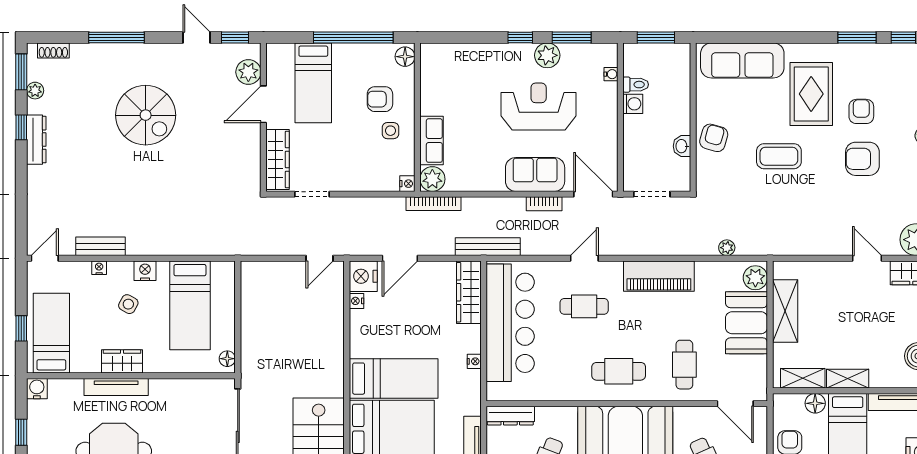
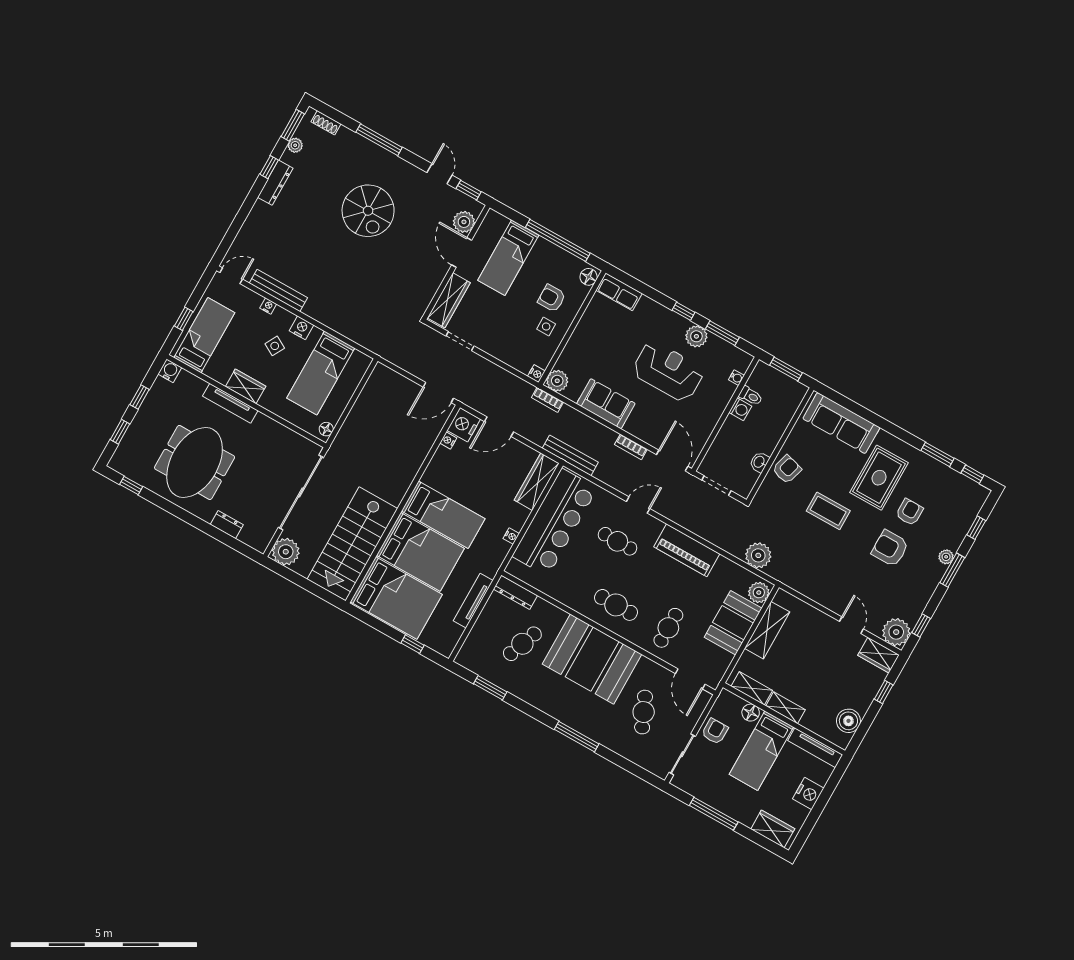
door: (263, 104) -> (462, 253), hinge flipped
row of seats: (432, 141) -> (619, 292), moved, turned 90
sofa: (535, 174) -> (606, 404), moved
bookcase: (433, 204) -> (547, 400), width x0.64
bench: (100, 246) -> (278, 290), width x1.36
plant: (727, 248) -> (758, 555), width x1.87, depth x1.87
door: (320, 258) -> (438, 393), width x1.38

